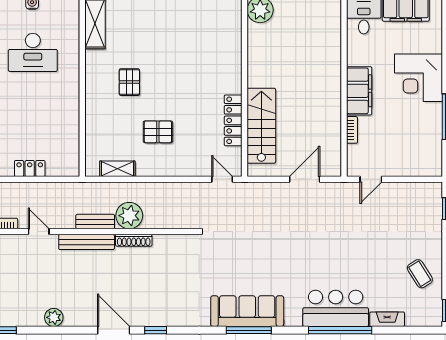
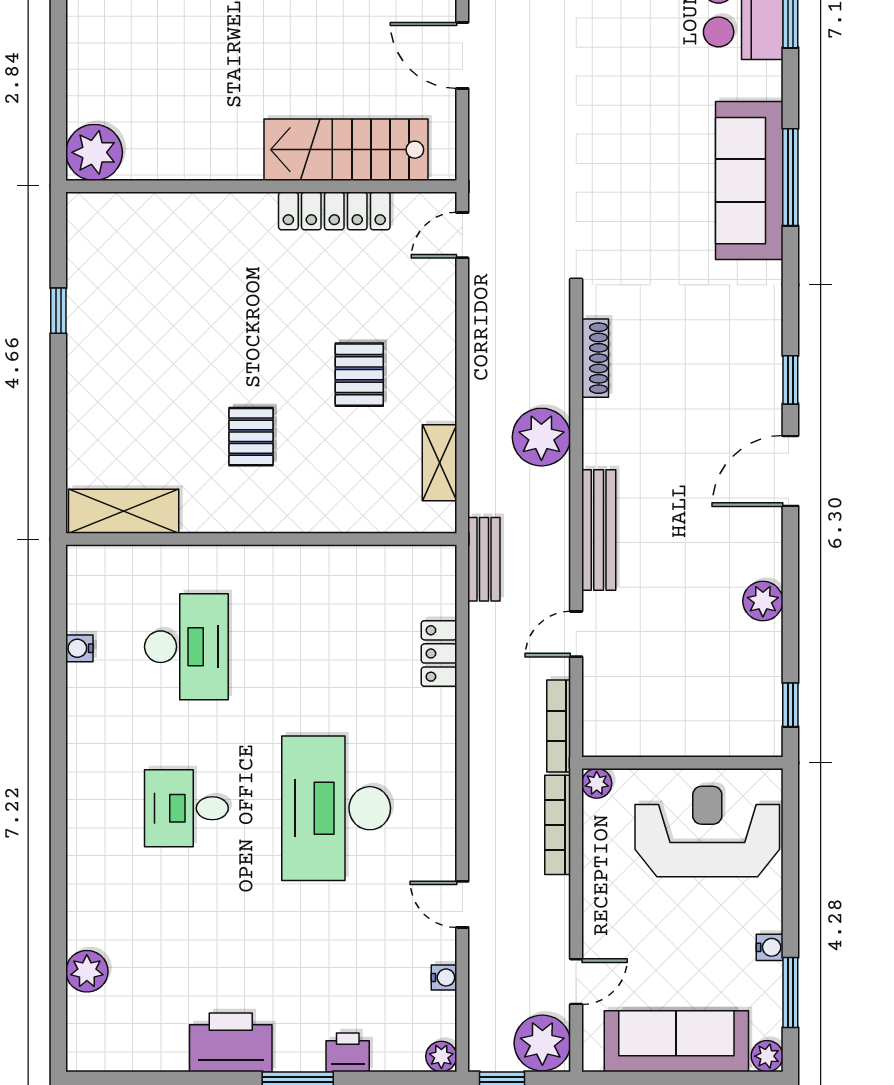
pallet: (129, 82) -> (251, 437), turned 90
bench: (95, 222) -> (484, 559), moved
shoe rack: (134, 240) -> (595, 358), moved

